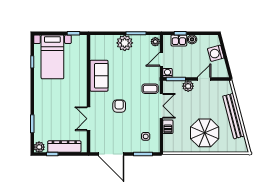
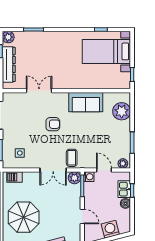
plant: (125, 43) -> (122, 111), moved
plant: (188, 86) -> (74, 178), moved
barbecue: (168, 127) -> (15, 177), moved

